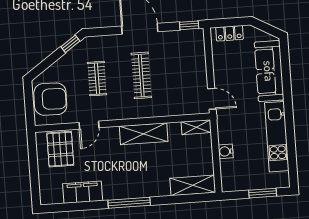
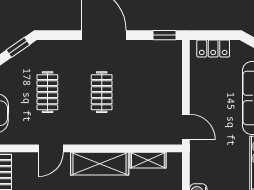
clothes rail: (141, 75) -> (102, 92), width x0.73
door: (89, 125) -> (51, 148), moved
shelving: (196, 127) -> (148, 160), moved

